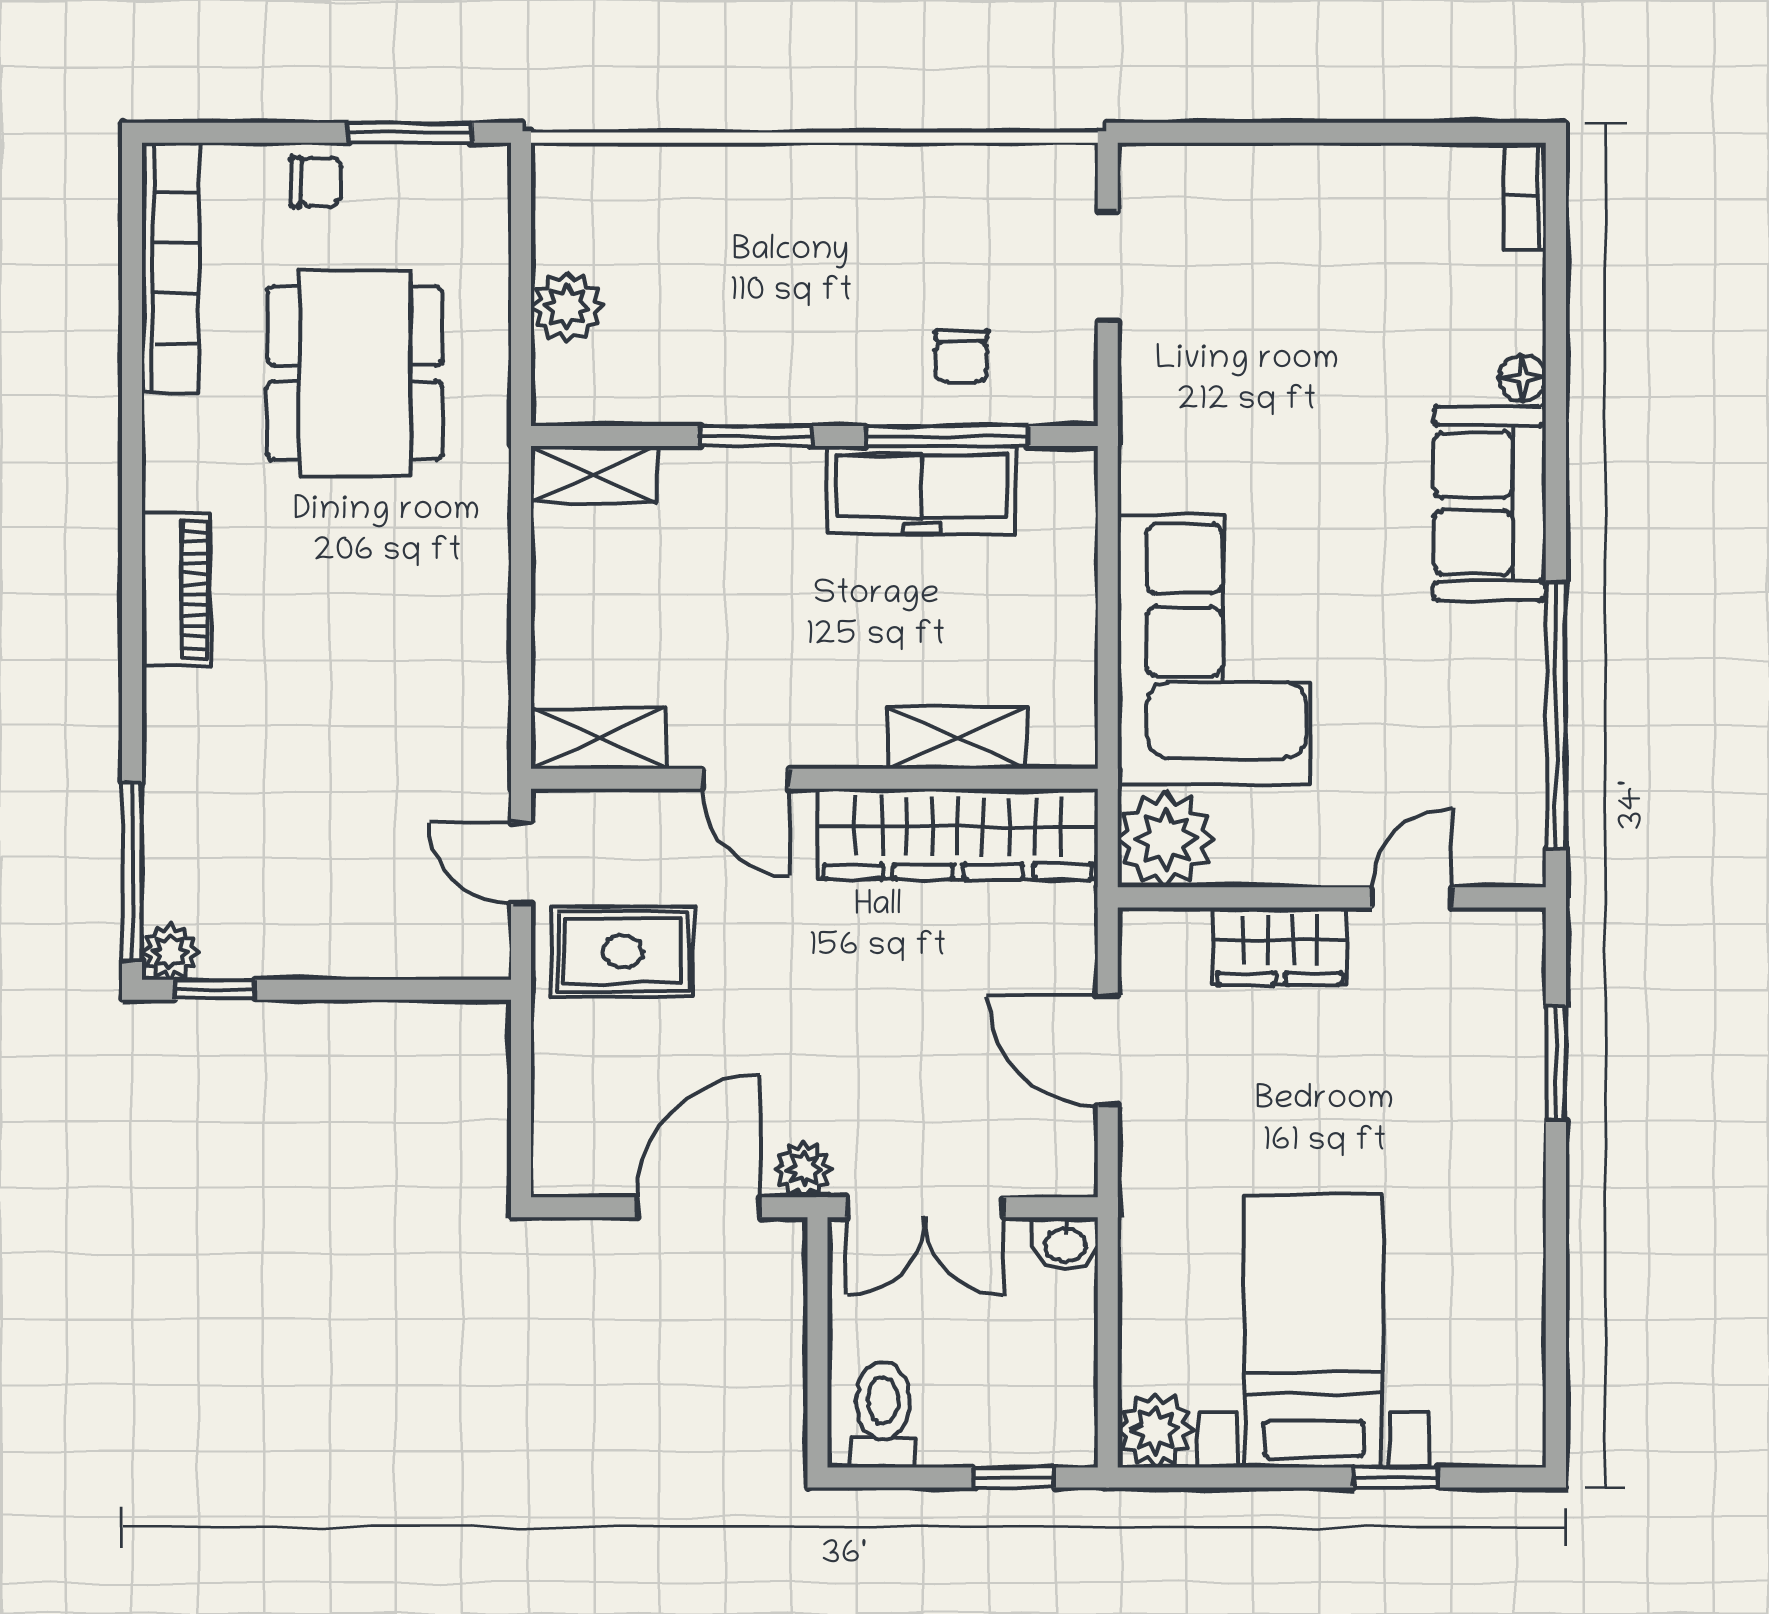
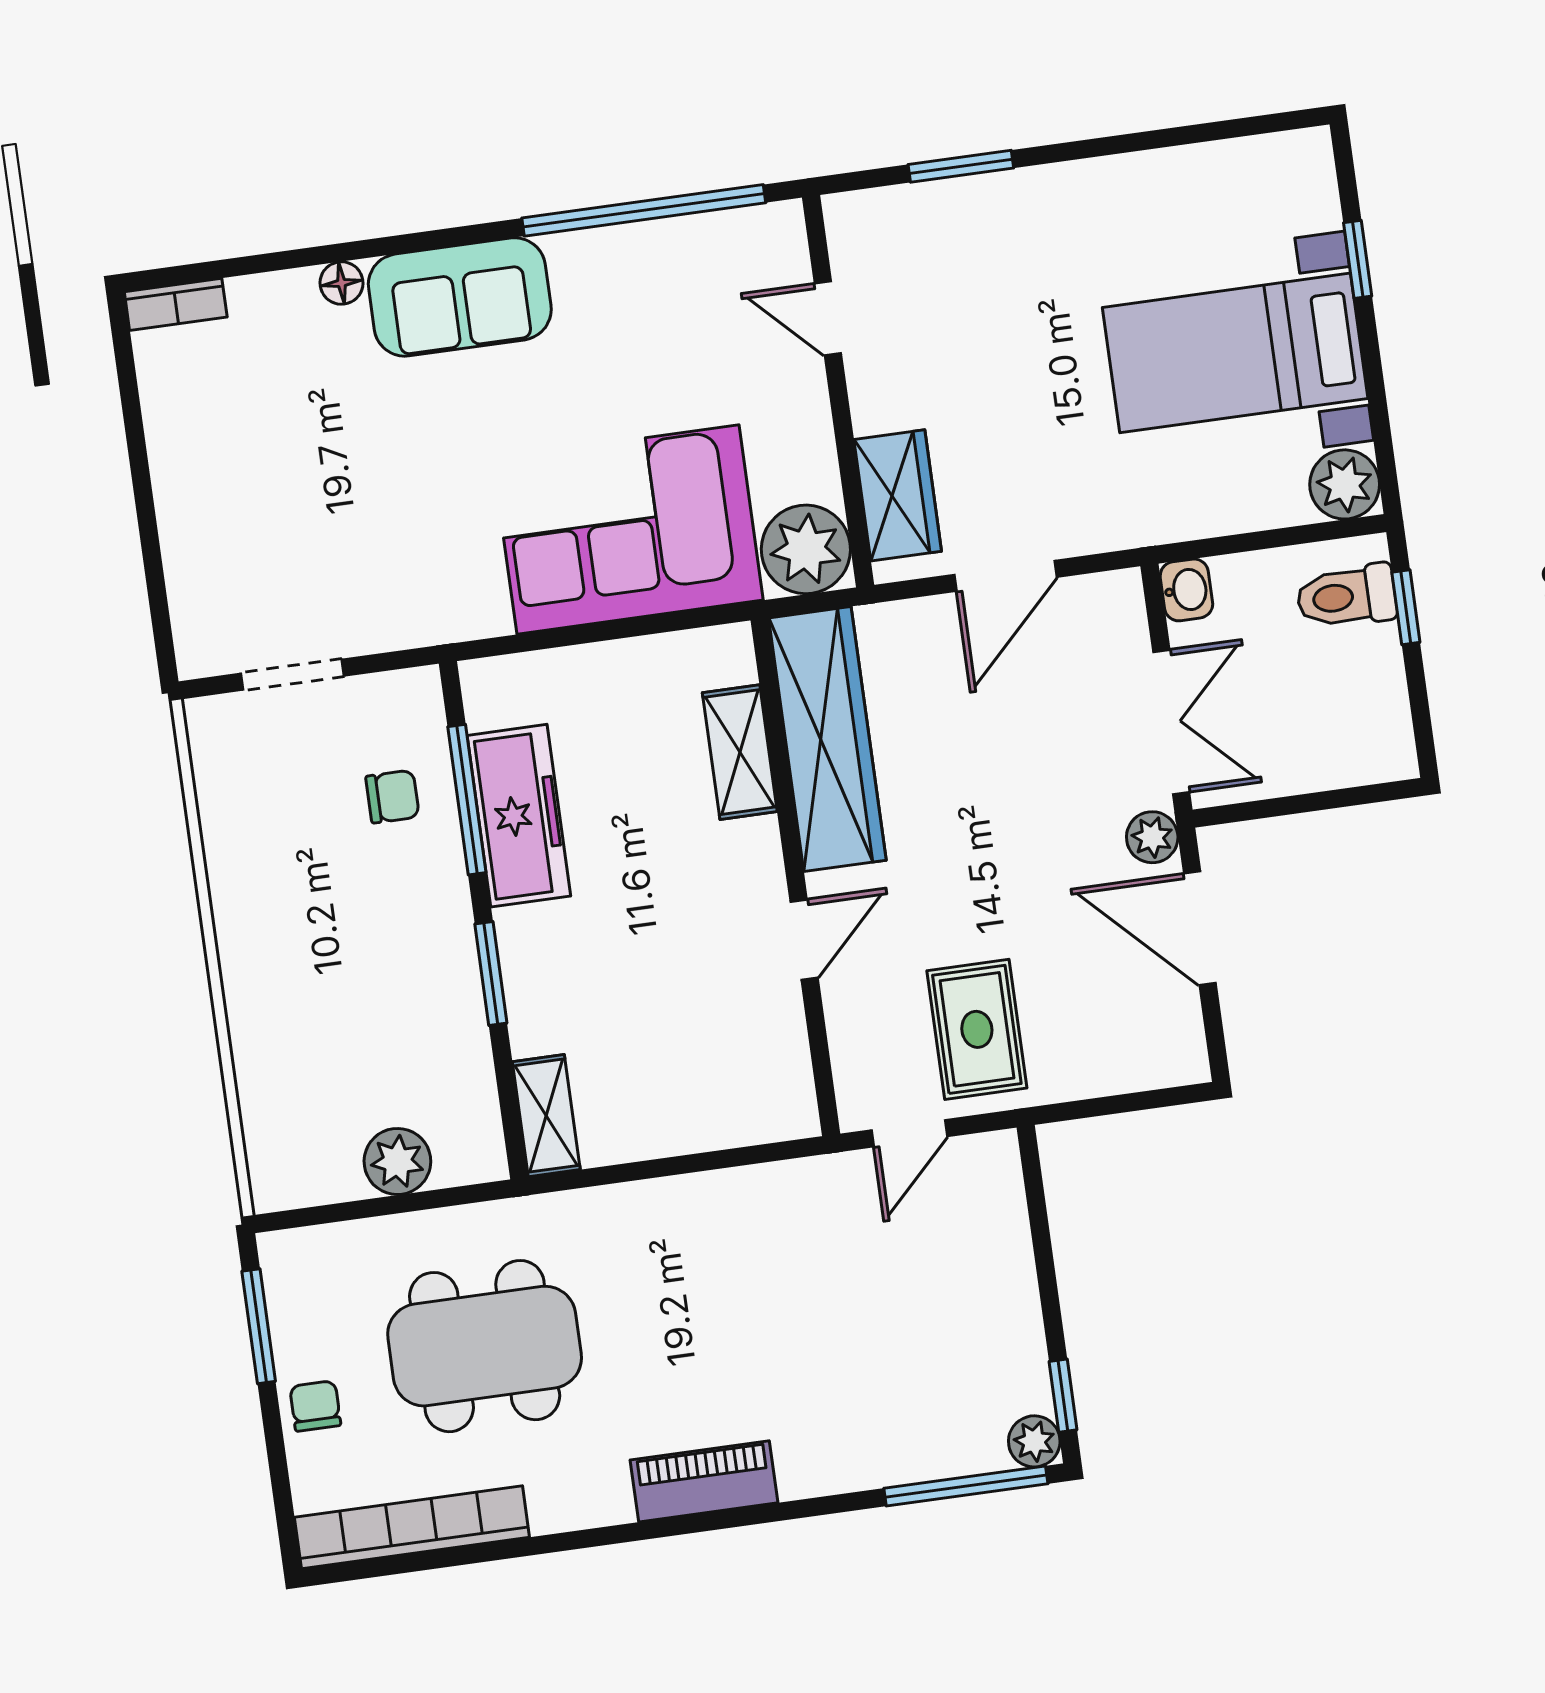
shelving: (598, 739) -> (786, 1079), removed
wardrobe: (1280, 946) -> (898, 495), moved
toilet: (883, 1415) -> (1347, 596), moved

